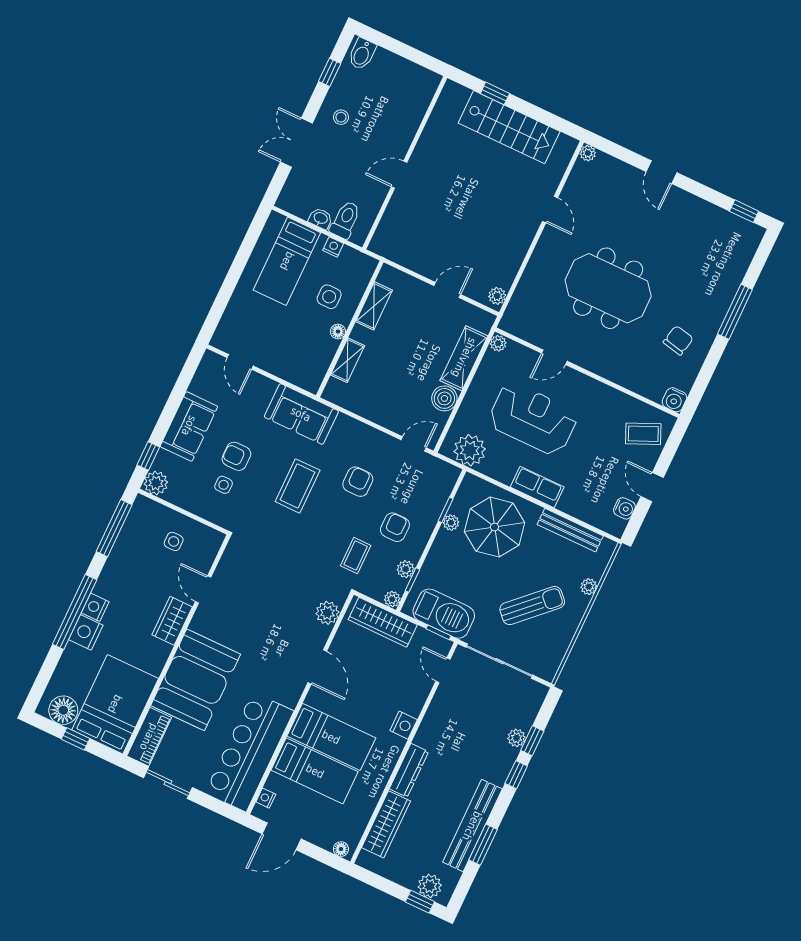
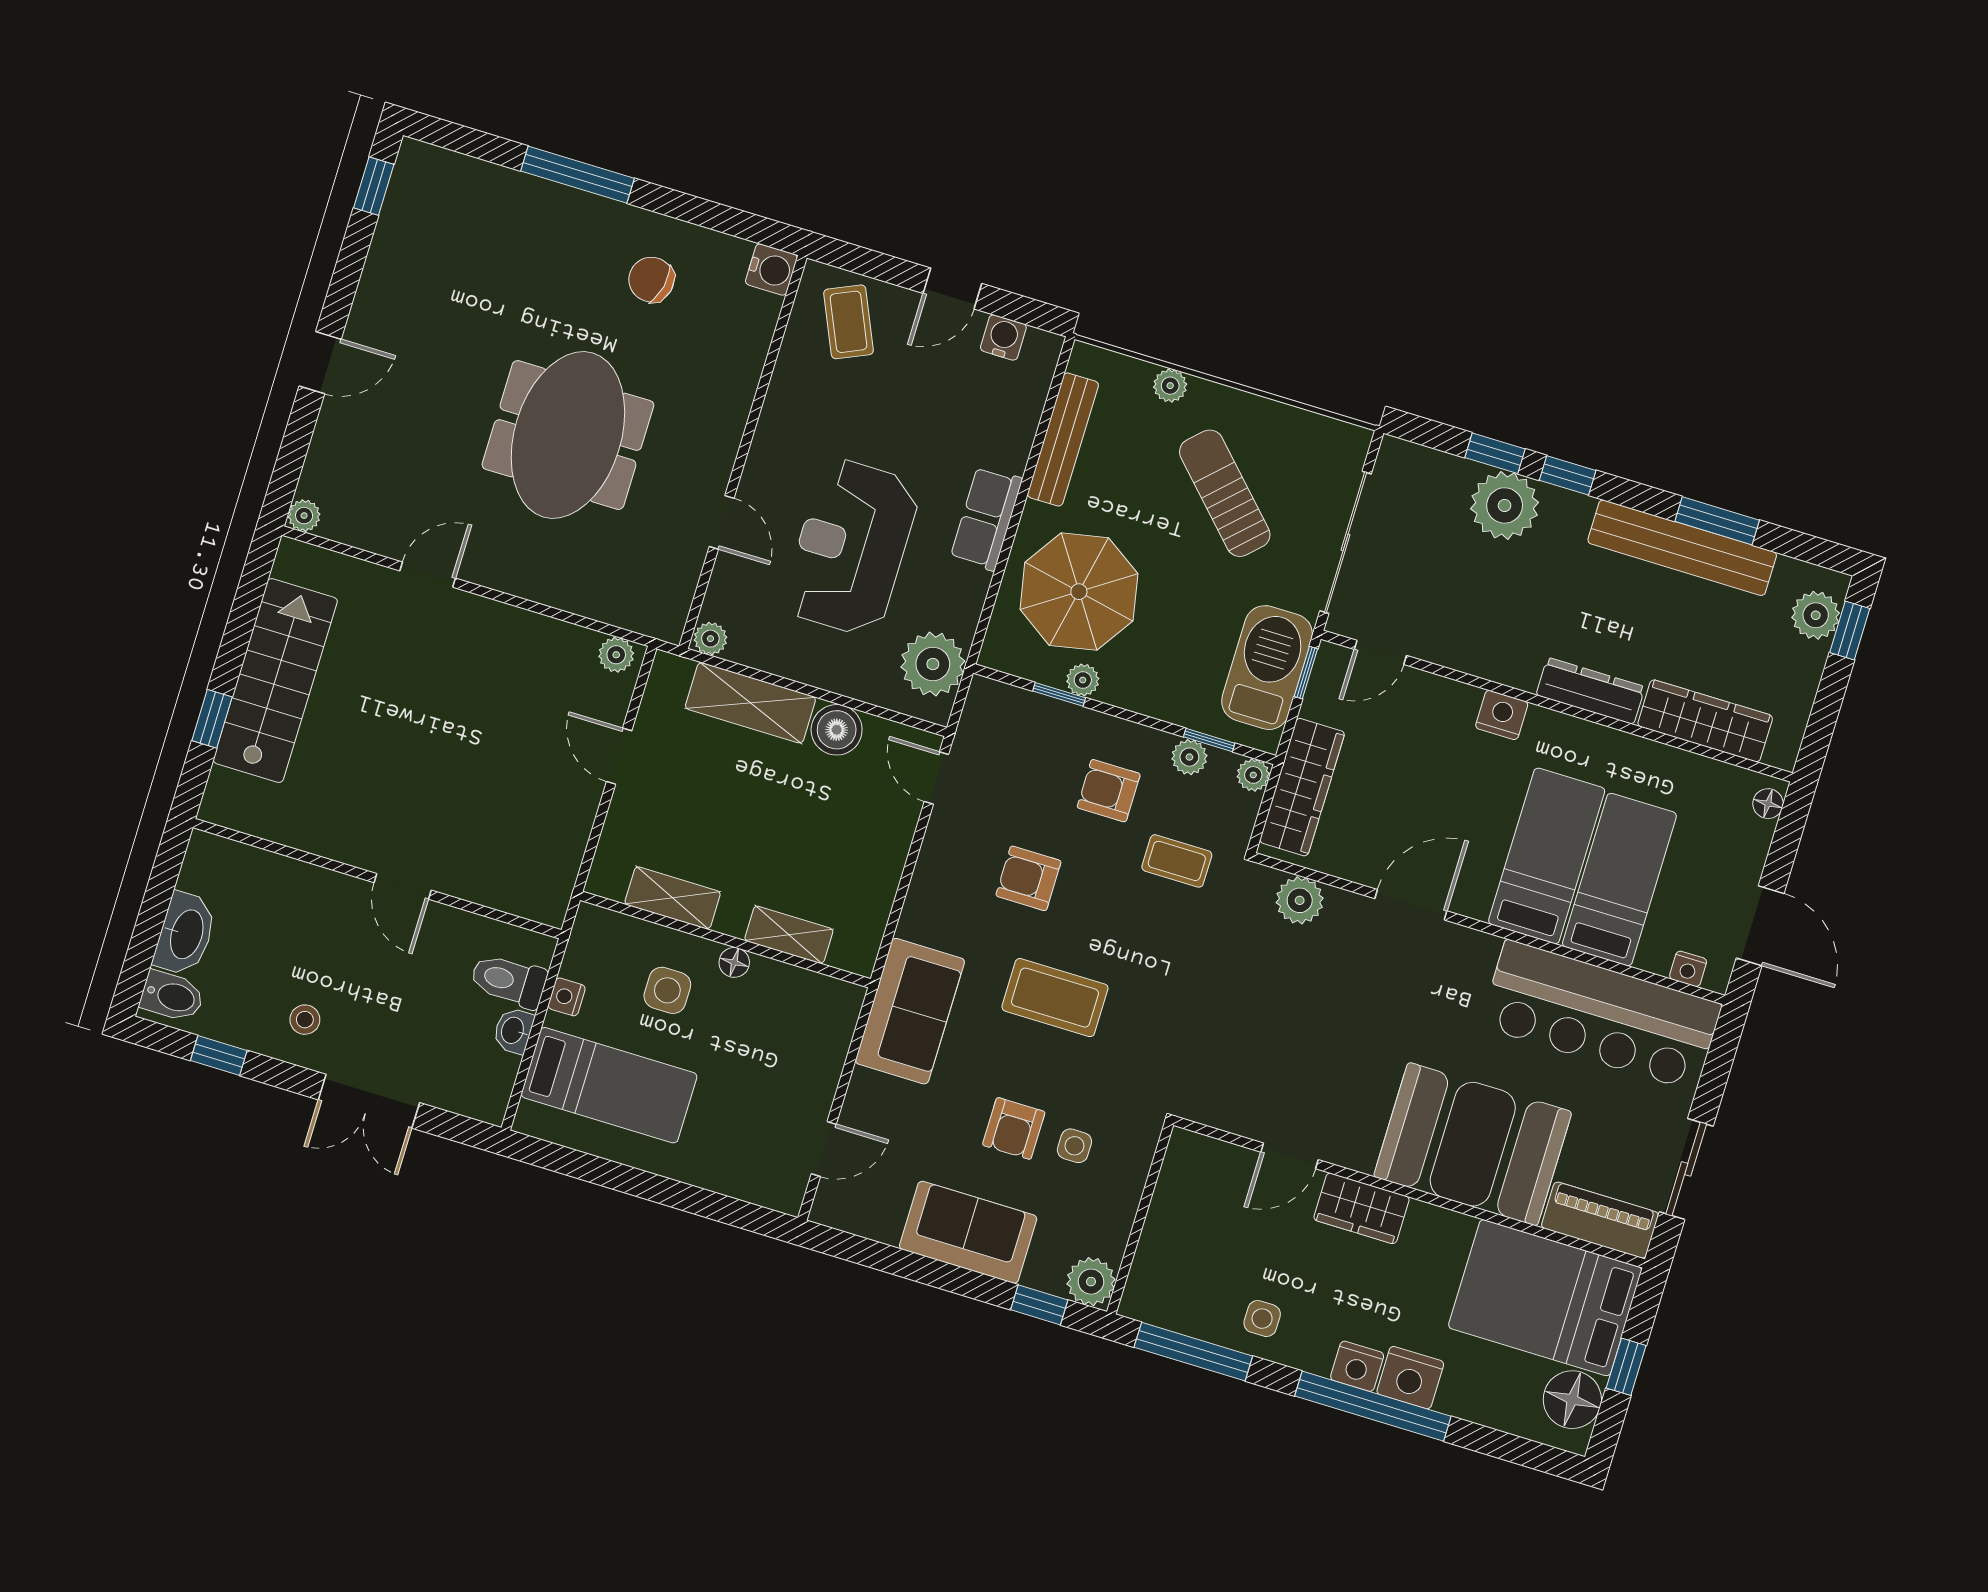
washbasin: (392, 65) -> (185, 934), added
side table: (174, 541) -> (1262, 1319), moved
plant: (516, 738) -> (1505, 505), width x1.88, depth x1.88

